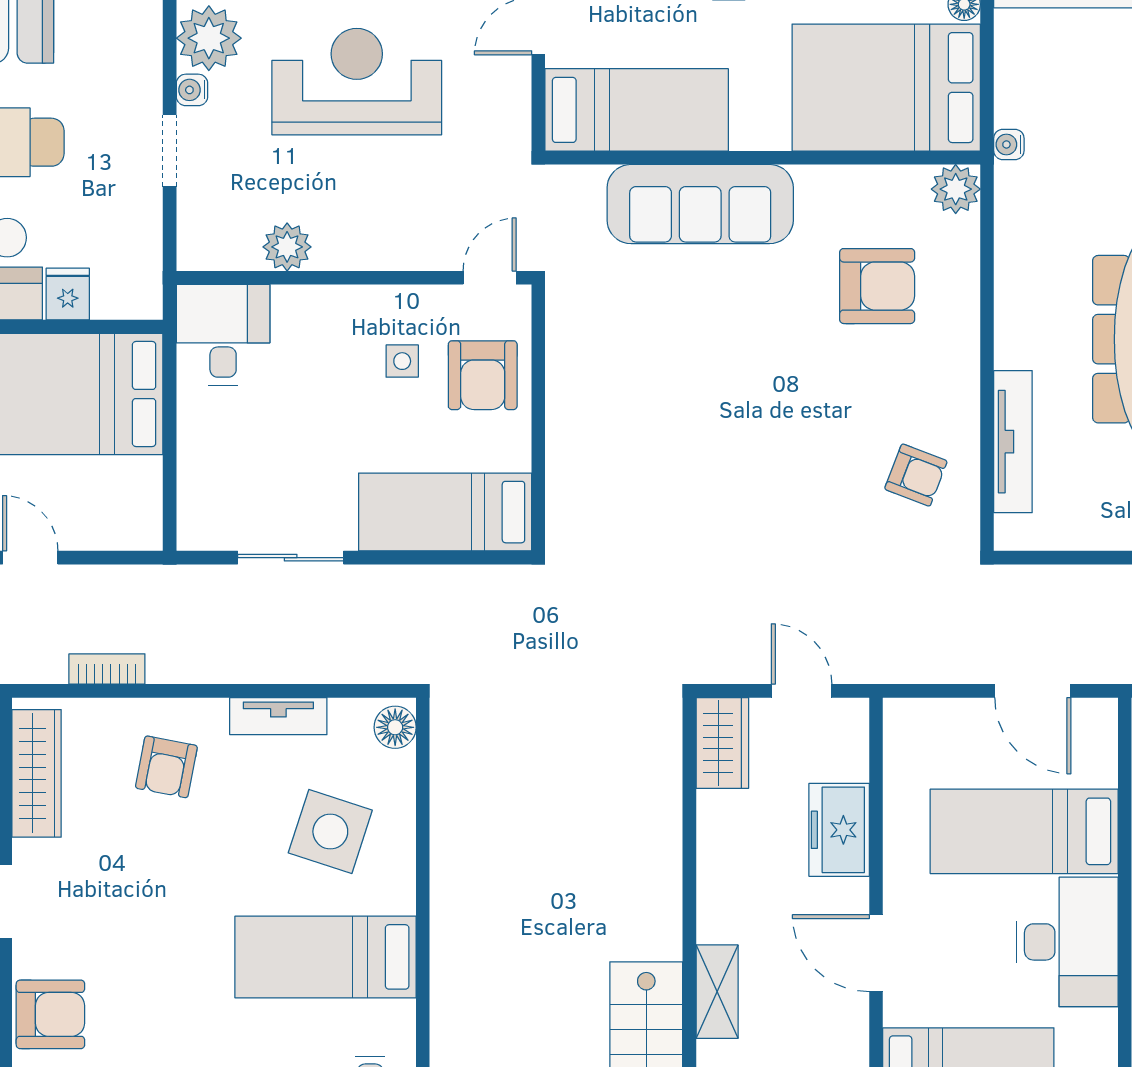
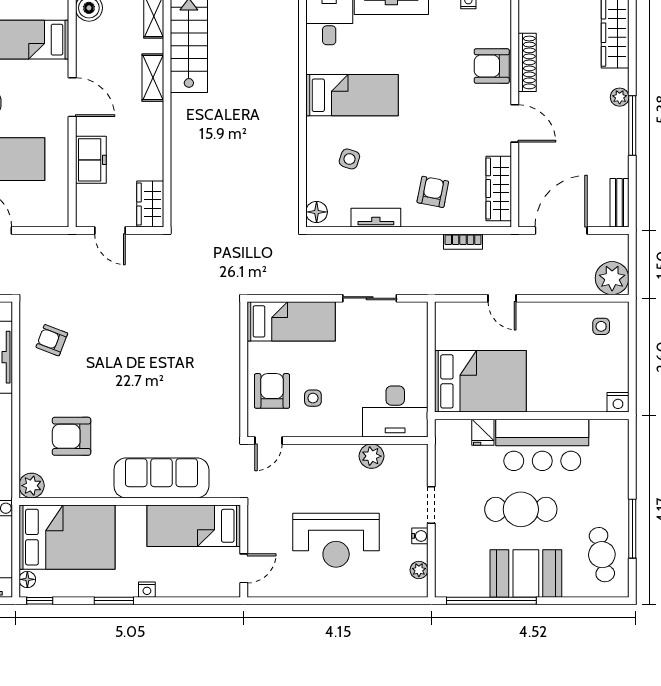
plant: (209, 38) -> (419, 570), width x0.53, depth x0.53
desk: (223, 335) -> (395, 411), width x1.37
side table: (330, 832) -> (349, 159), width x0.54, depth x0.54

